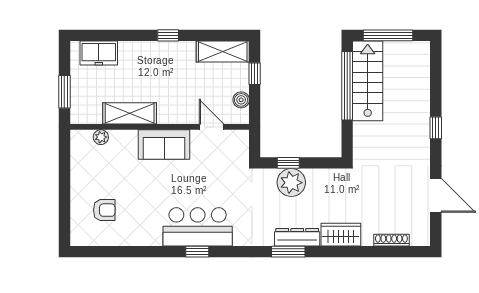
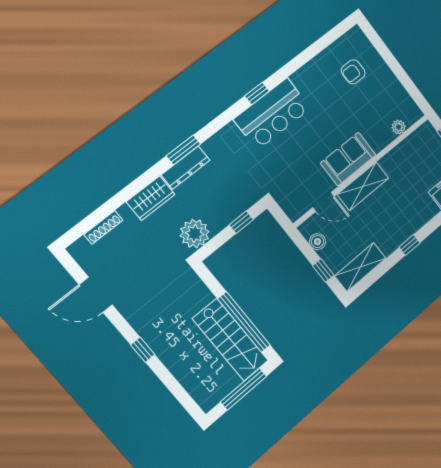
shelving: (130, 113) -> (363, 186), moved
plant: (291, 183) -> (195, 234), moved

